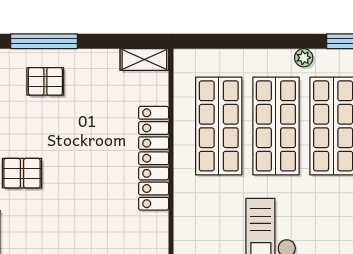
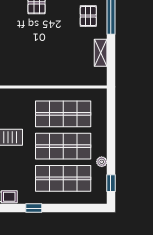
shelving: (144, 60) -> (101, 53), moved
locker: (154, 158) -> (45, 77), removed

